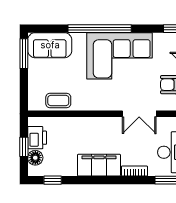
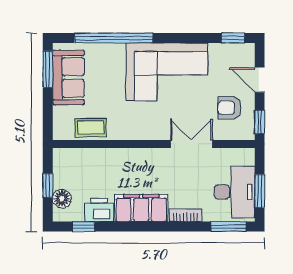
window: (100, 29) -> (114, 38), moved
sofa: (50, 45) -> (68, 77), moved, turned -90
double door: (139, 114) -> (191, 144), swing flipped
printer: (37, 138) -> (99, 210), moved, turned -90

